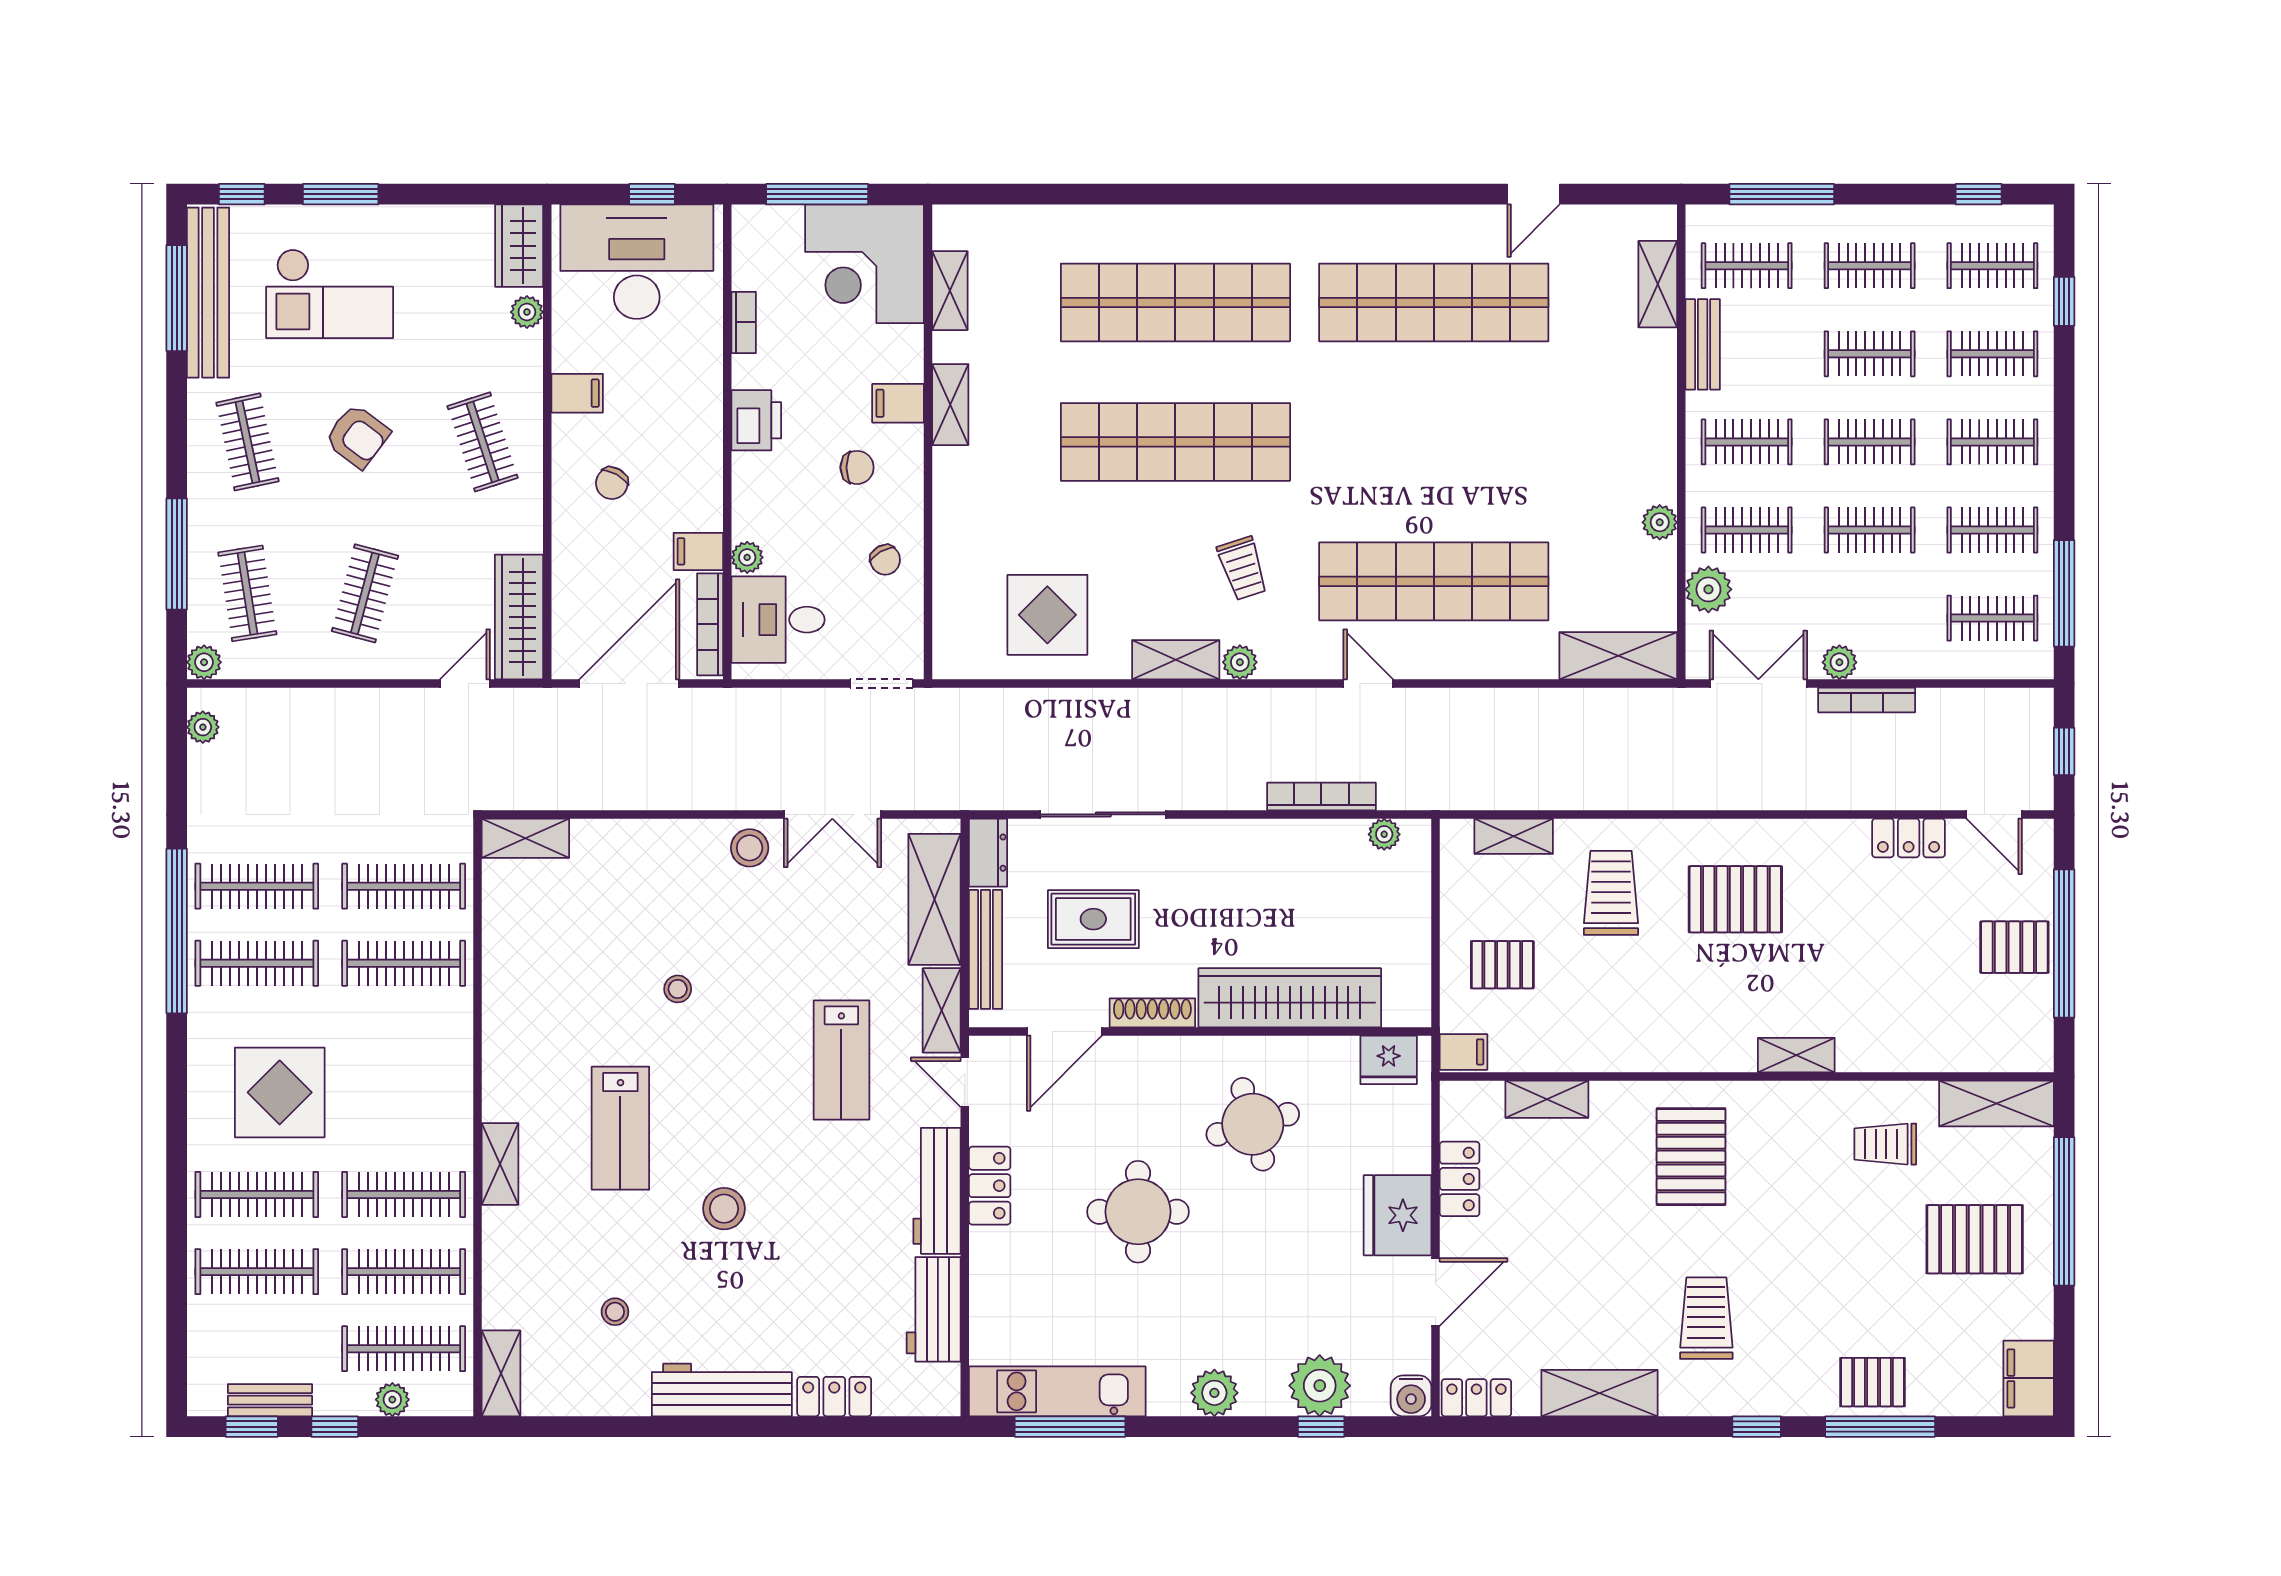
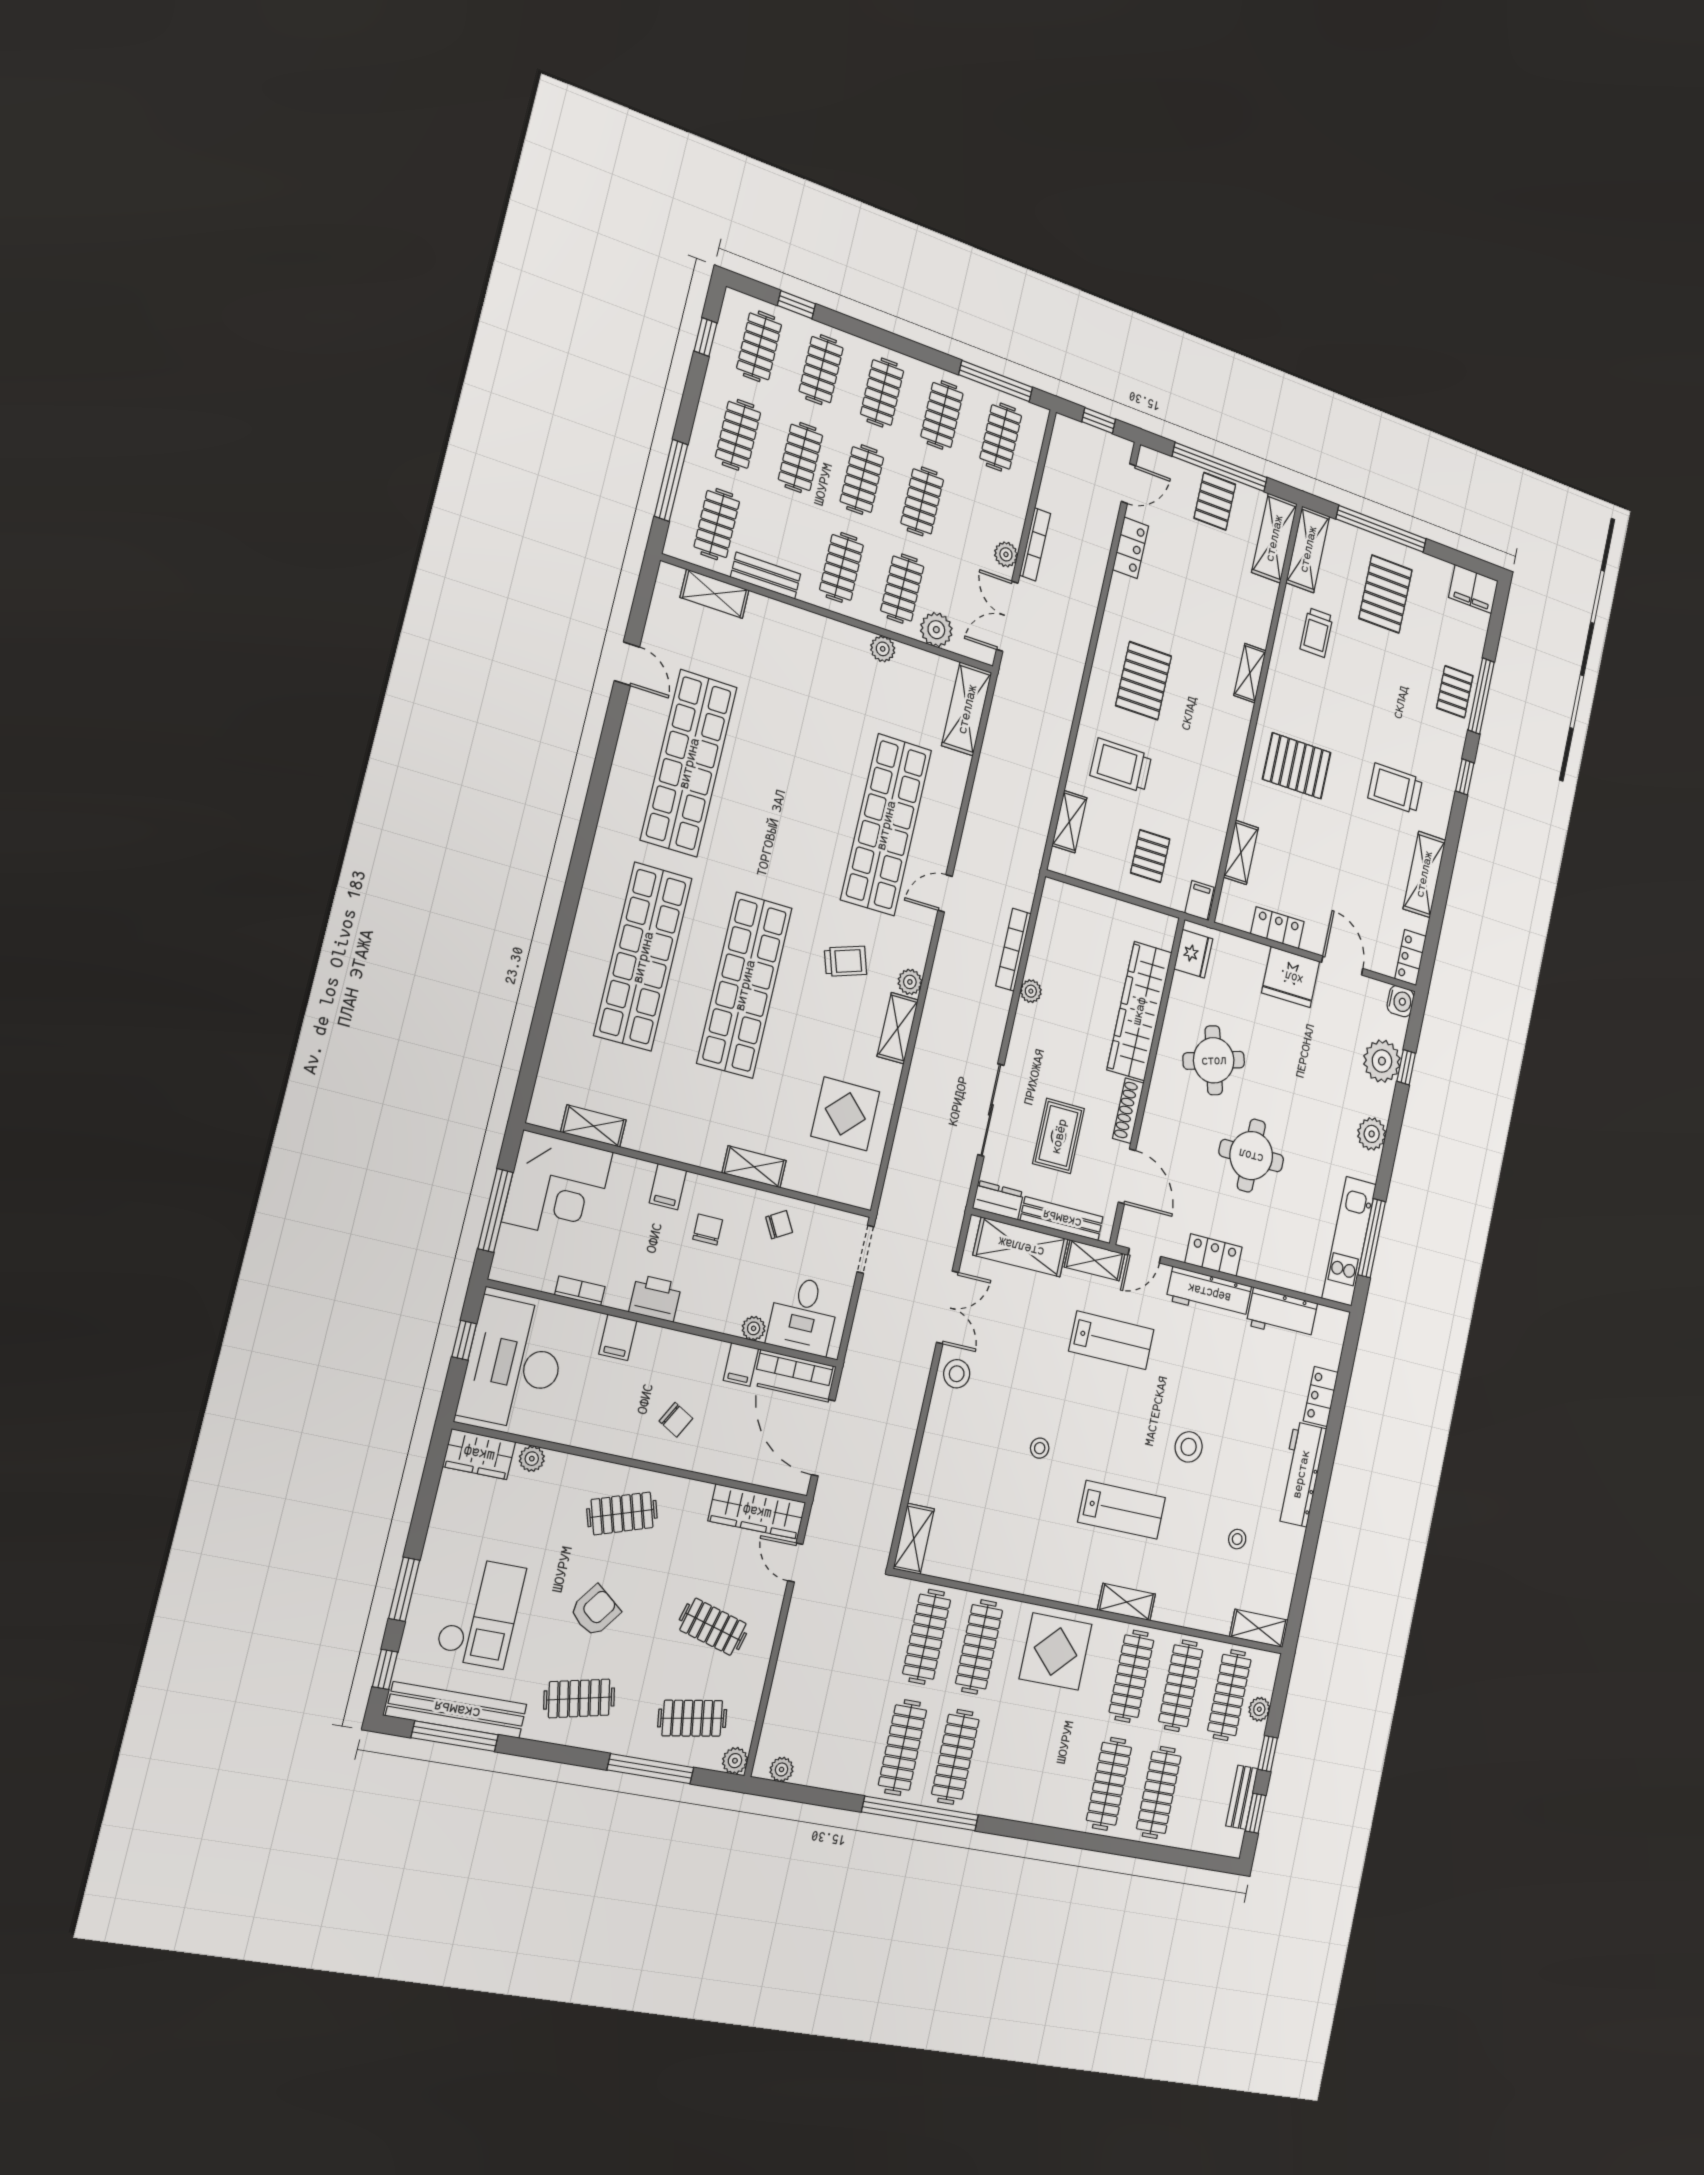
filing cabinet: (577, 393) -> (618, 1337), moved, turned 180
shelving: (950, 405) -> (754, 1167), moved
plant: (1384, 834) -> (1031, 991), moved
shelving: (1995, 1049) -> (1274, 538), added
display table: (280, 1092) -> (1056, 1652), moved

